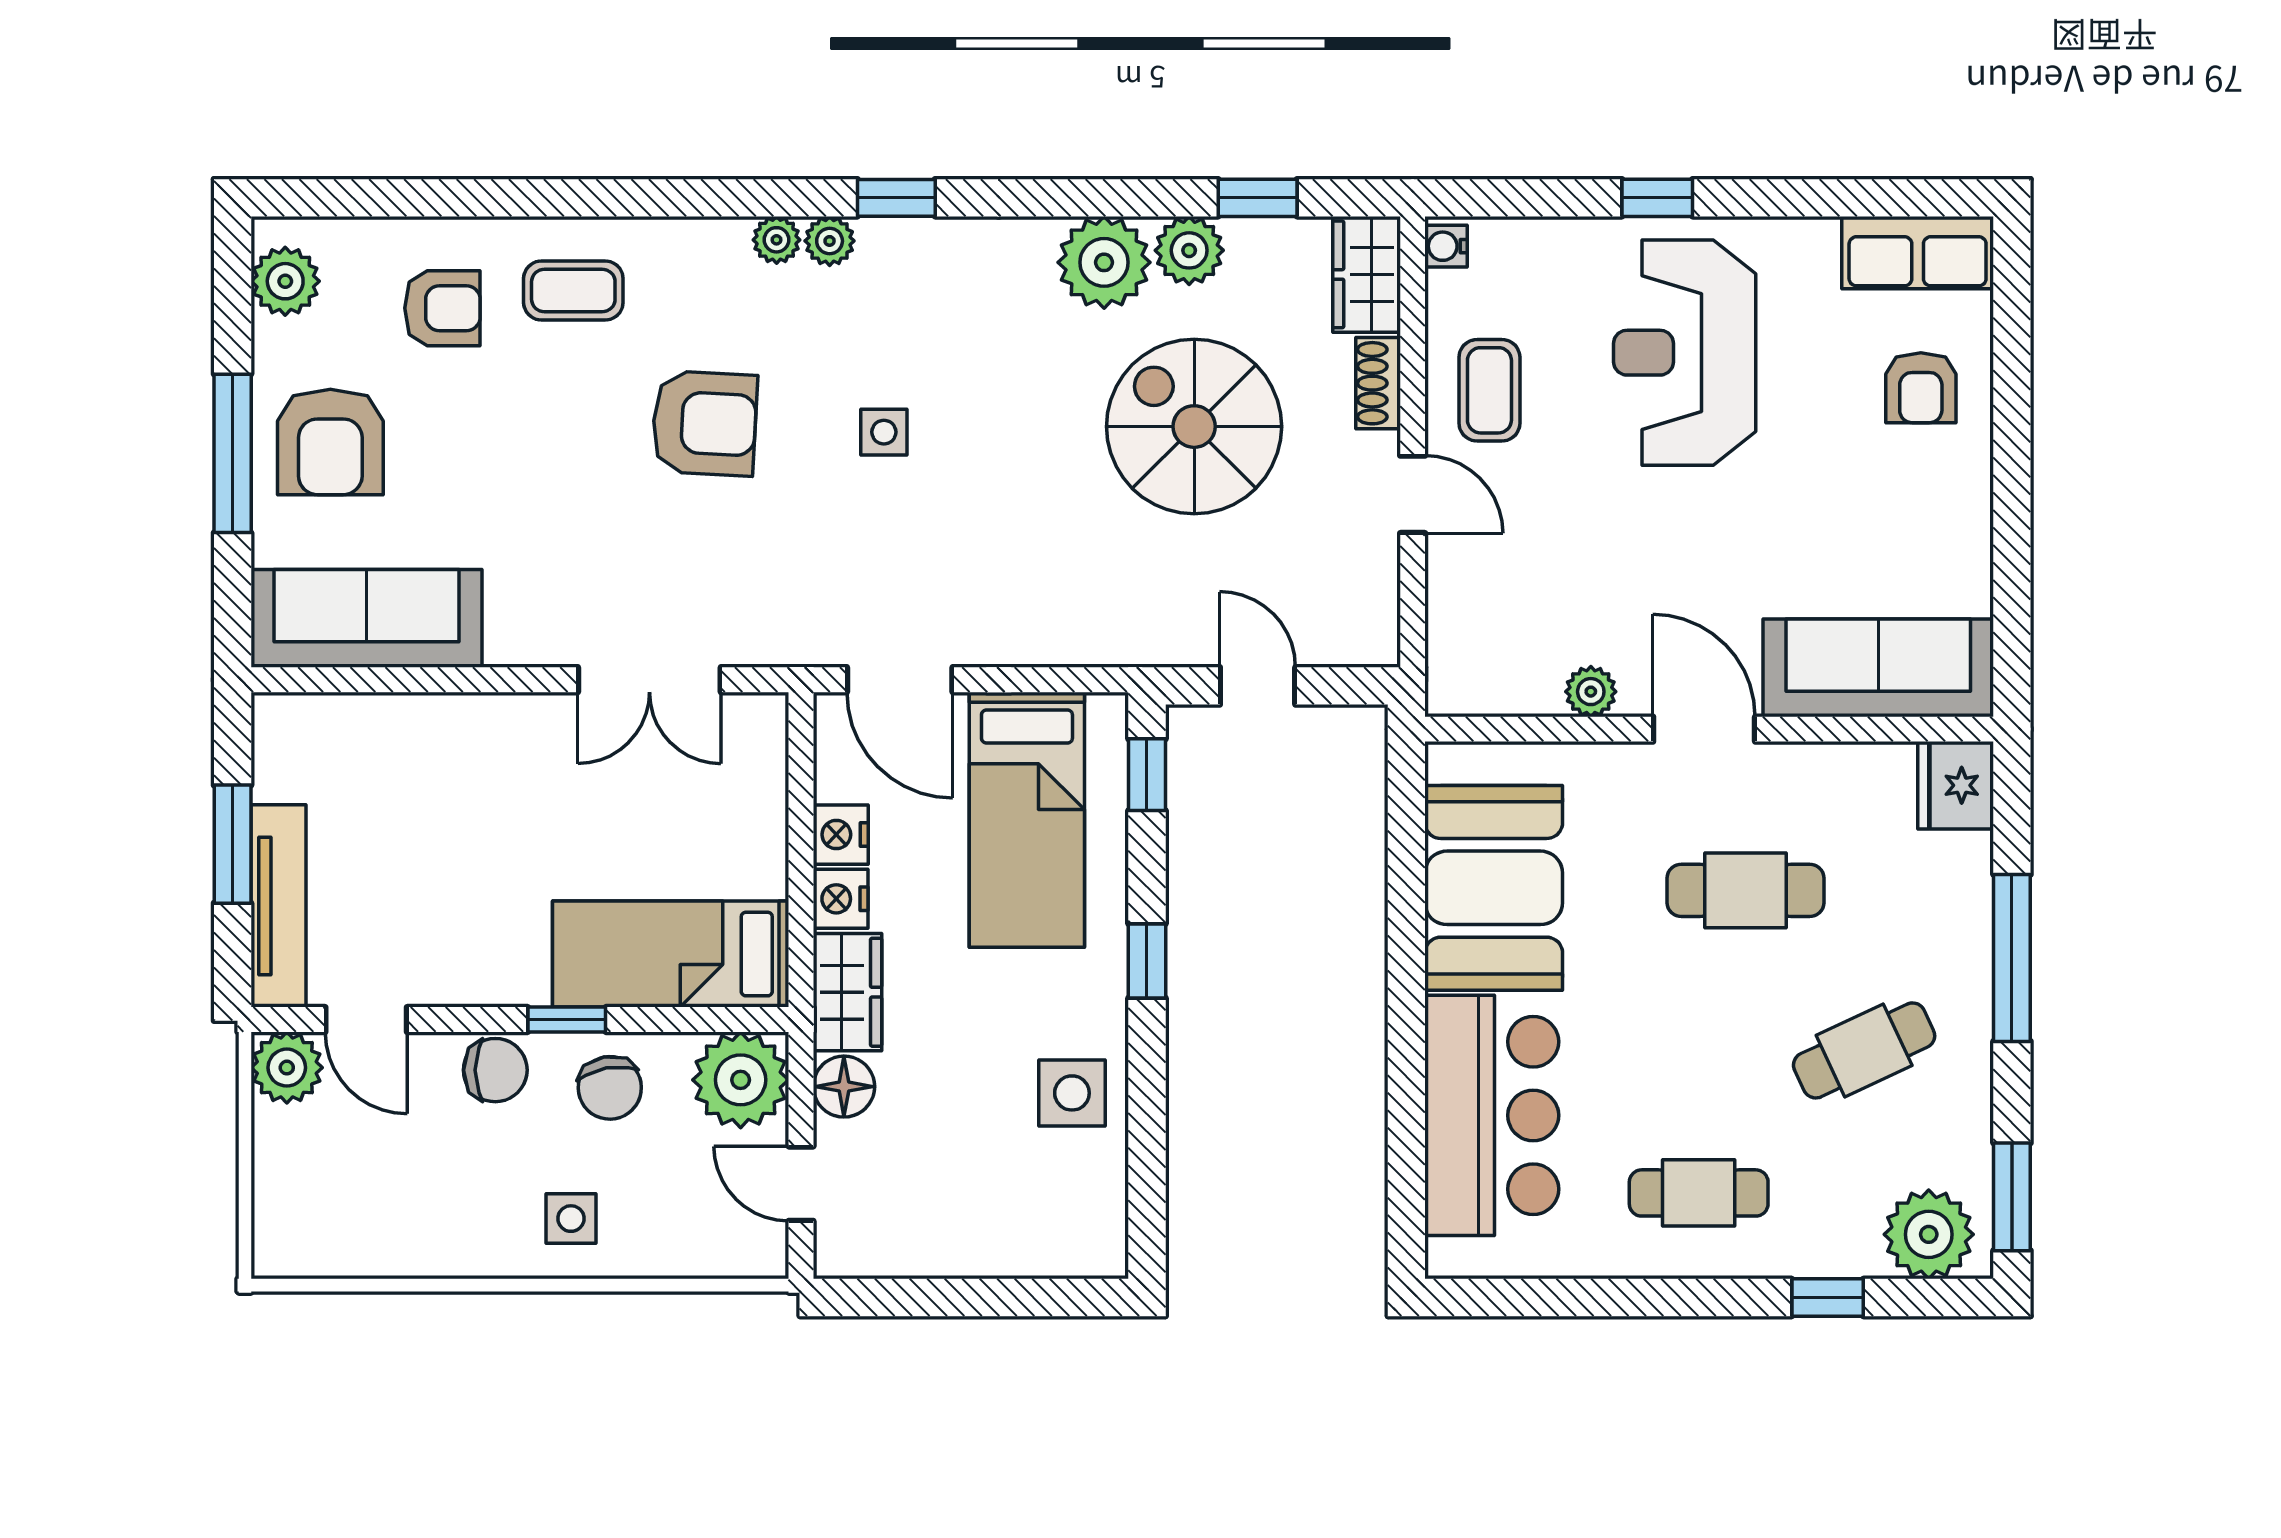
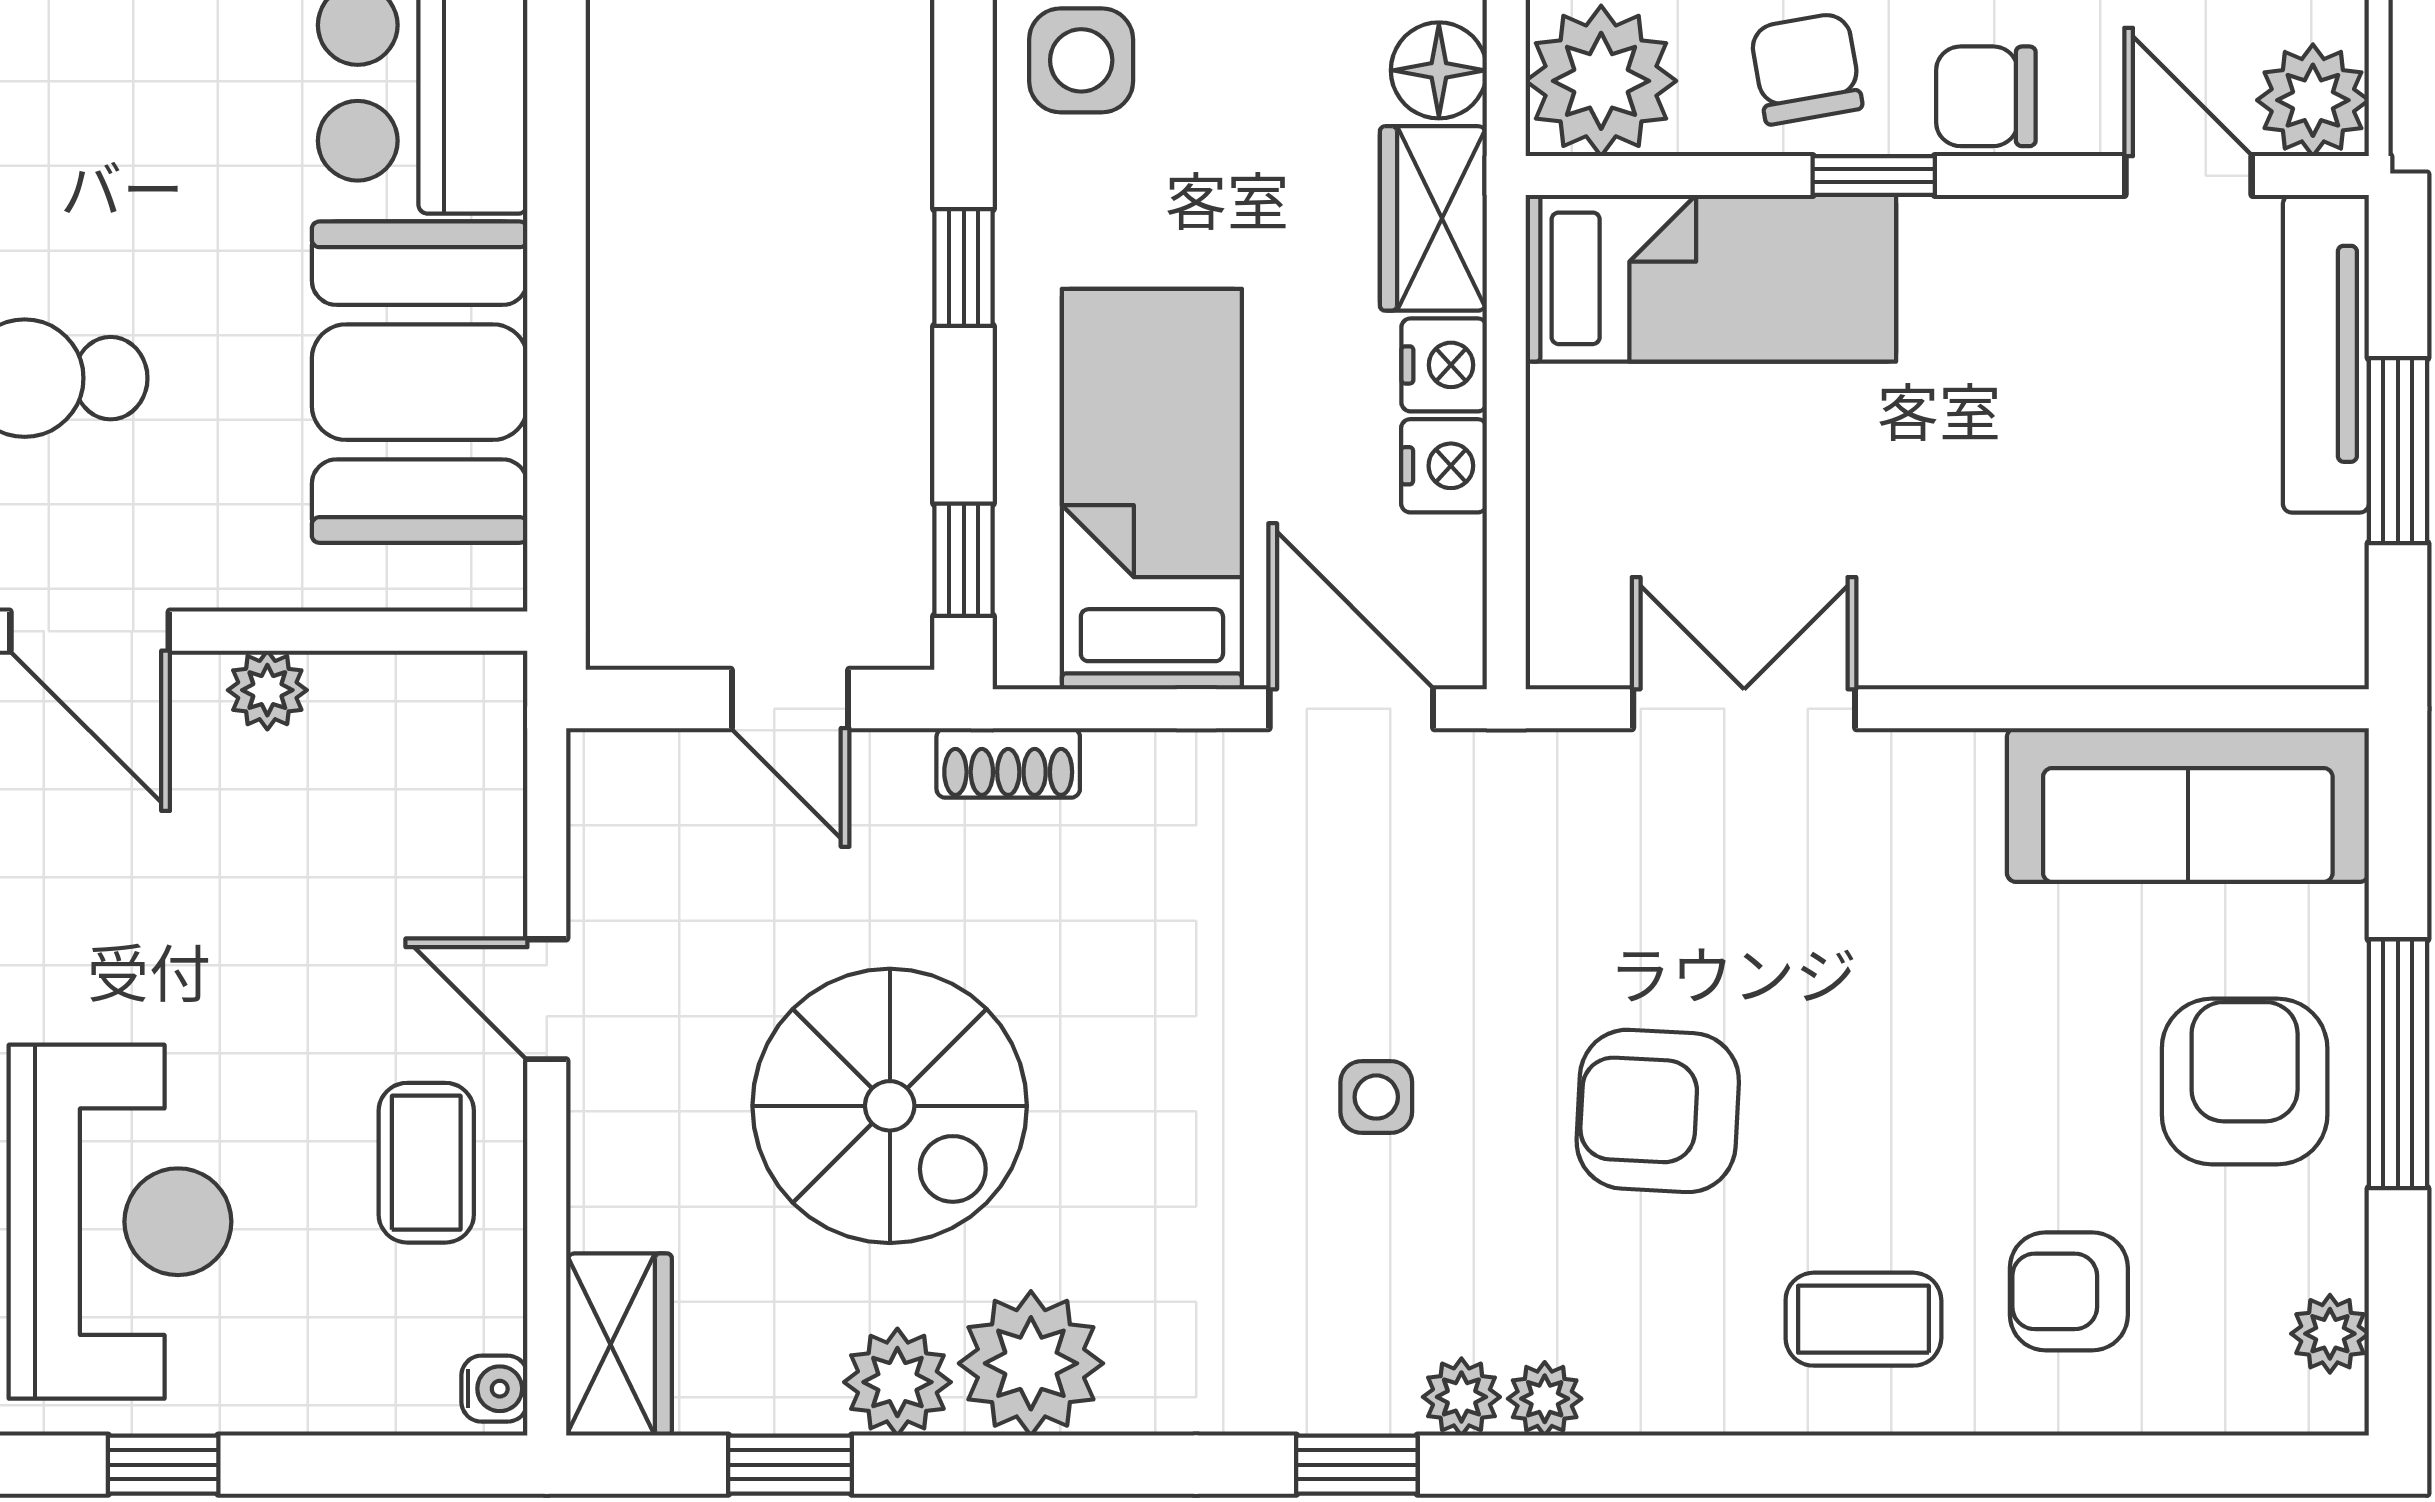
plant: (285, 281) -> (2330, 1334), width x0.73, depth x0.73
shoe rack: (1378, 383) -> (1008, 763), moved, turned 90

